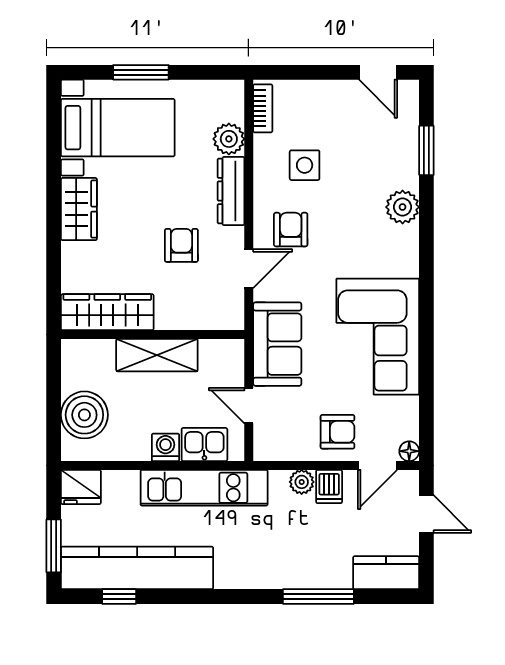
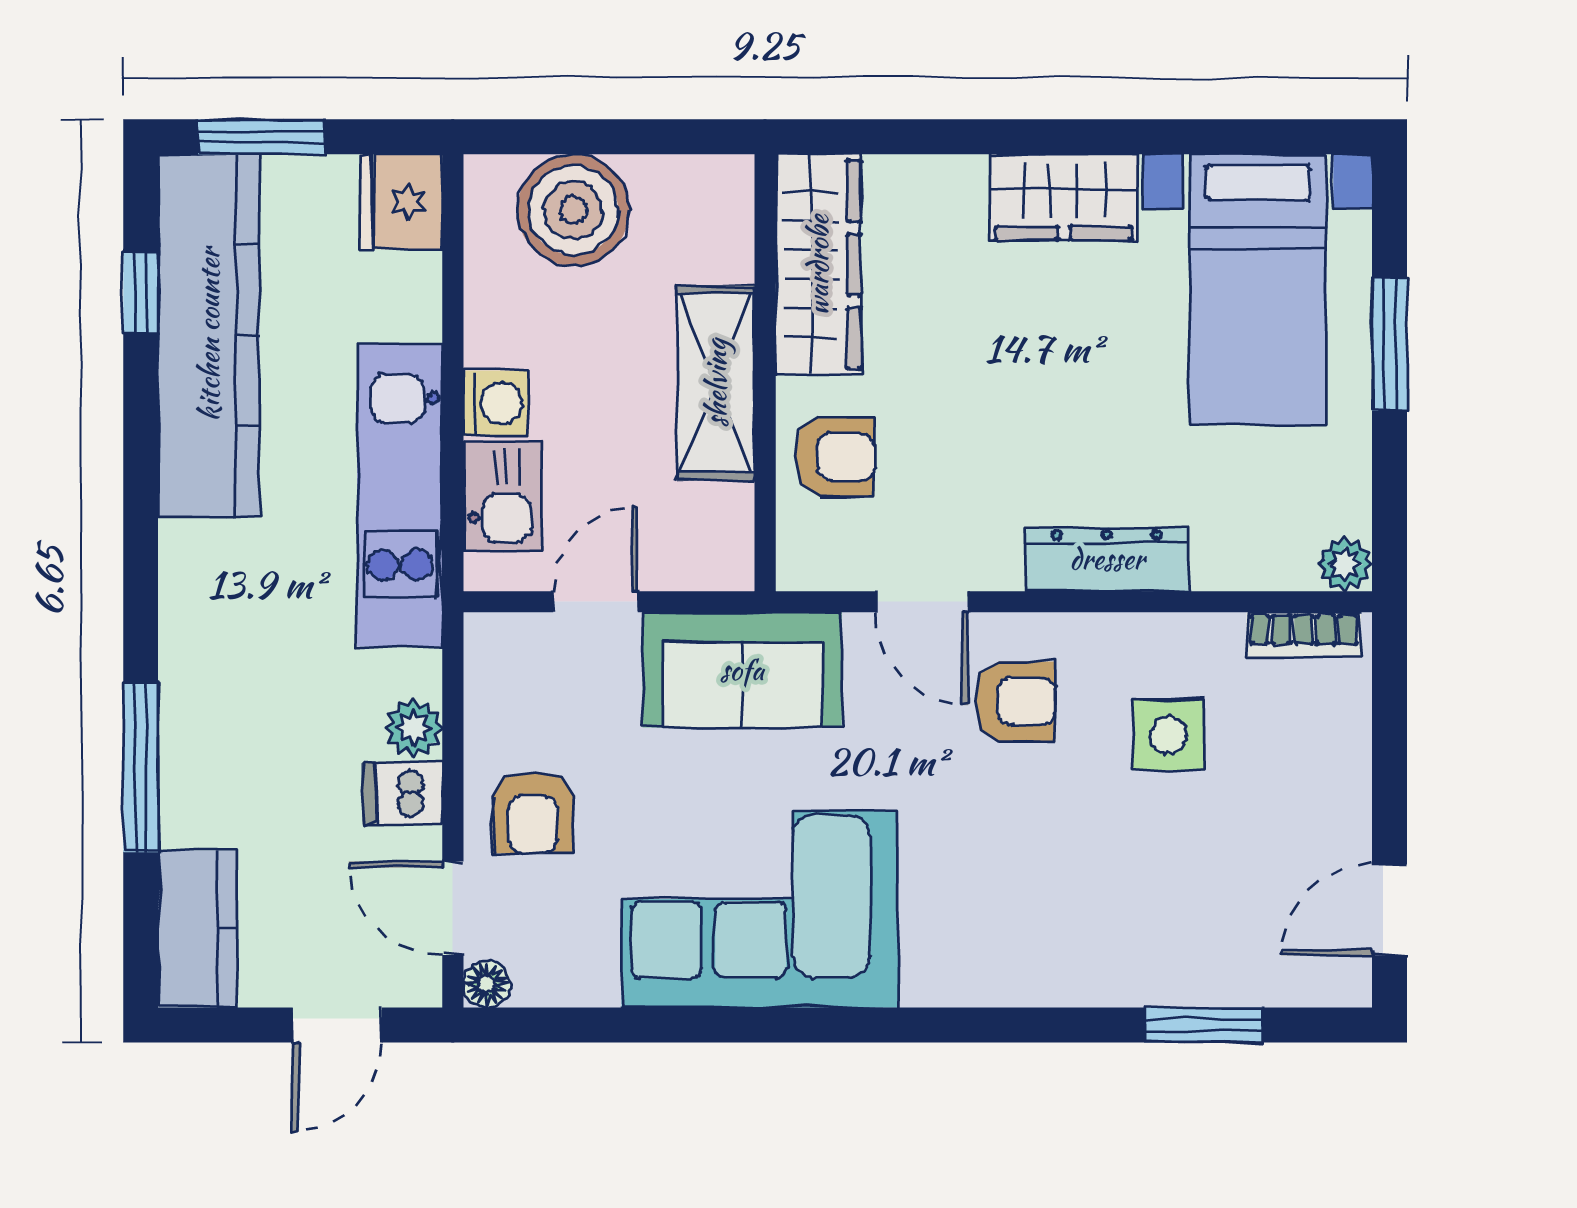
plant: (229, 139) -> (1345, 564), moved, width x0.73, depth x0.73
plant: (403, 207) -> (1069, 968), removed
armchair: (181, 245) -> (835, 457), moved

